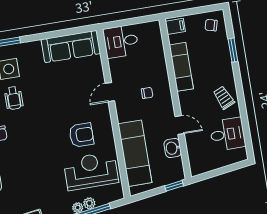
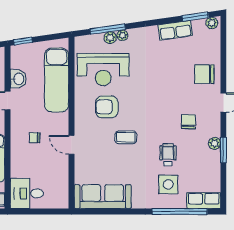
desk: (121, 41) -> (27, 193), moved, turned 180
door: (110, 92) -> (71, 145), swing flipped
coffee table: (58, 108) -> (126, 137), added

